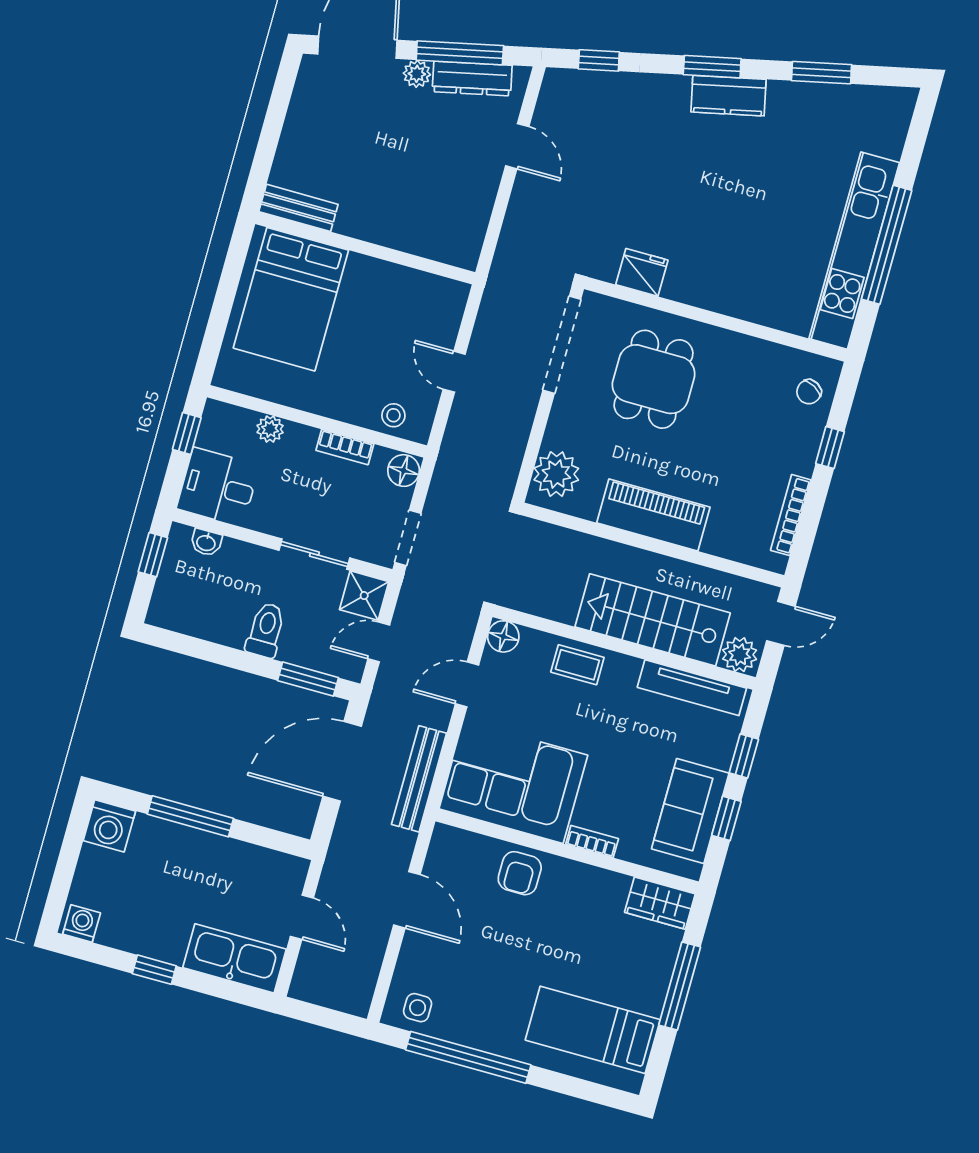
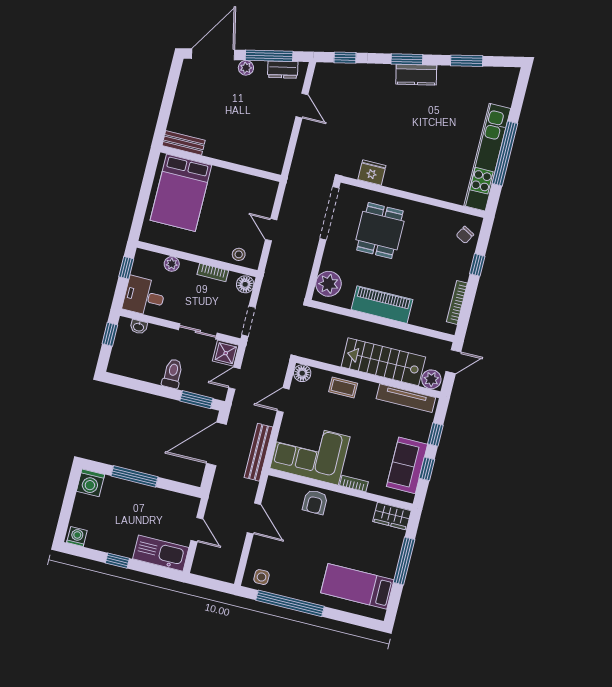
dresser: (472, 78) -> (283, 70), width x0.70

